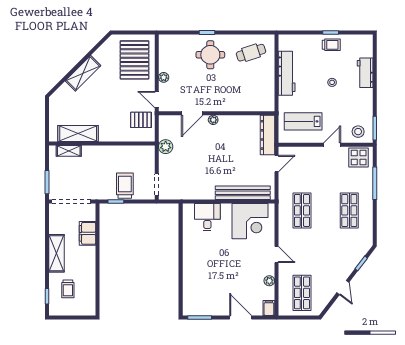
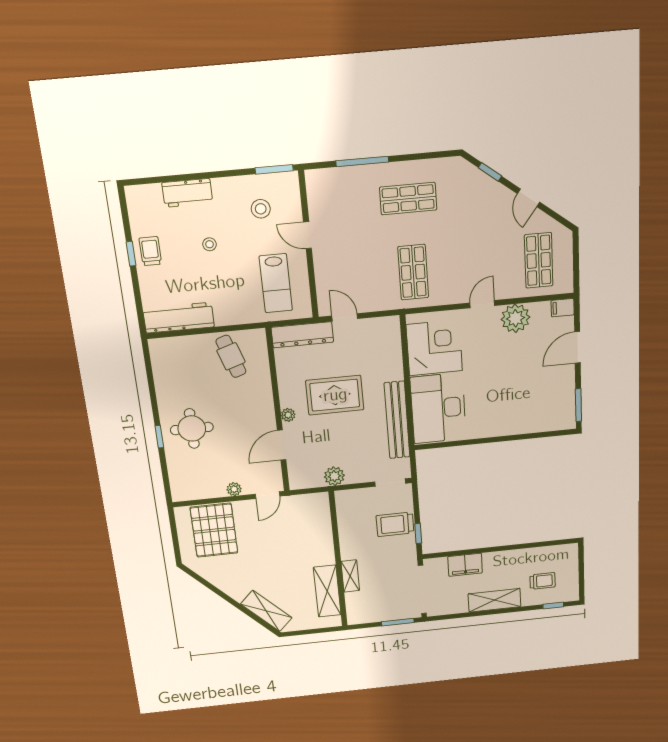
cafe table: (251, 53) -> (231, 356), moved
pallet: (135, 60) -> (214, 530), turned 90
shelving: (83, 73) -> (266, 611), moved
workbench: (287, 73) -> (179, 318), moved
door: (192, 113) -> (282, 445), swing flipped
pallet: (141, 120) -> (299, 513), removed
stool: (358, 132) -> (261, 209), moved
shelving: (69, 151) -> (350, 576), moved
rug: (224, 152) -> (335, 395), added
display table: (359, 158) -> (324, 191), removed
bench: (243, 193) -> (397, 420), moved
shop shelf: (302, 210) -> (413, 272), turned 90
desk: (207, 217) -> (438, 408), width x1.87, depth x1.30
plant: (269, 281) -> (515, 318), width x1.87, depth x1.87
door: (343, 287) -> (529, 198), swing flipped
shop shelf: (302, 293) -> (539, 260), turned 90

